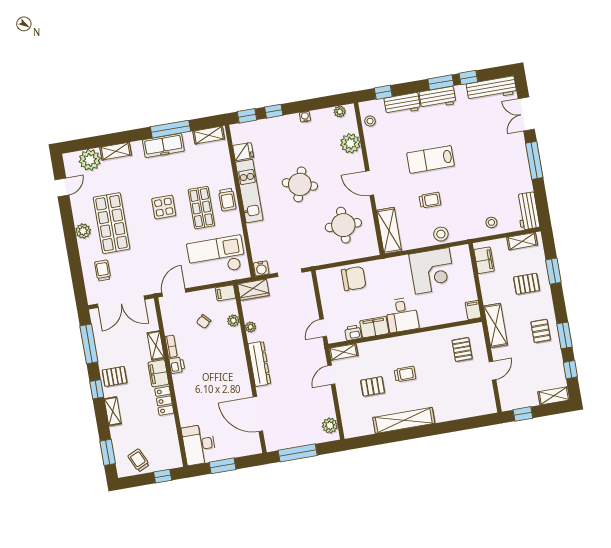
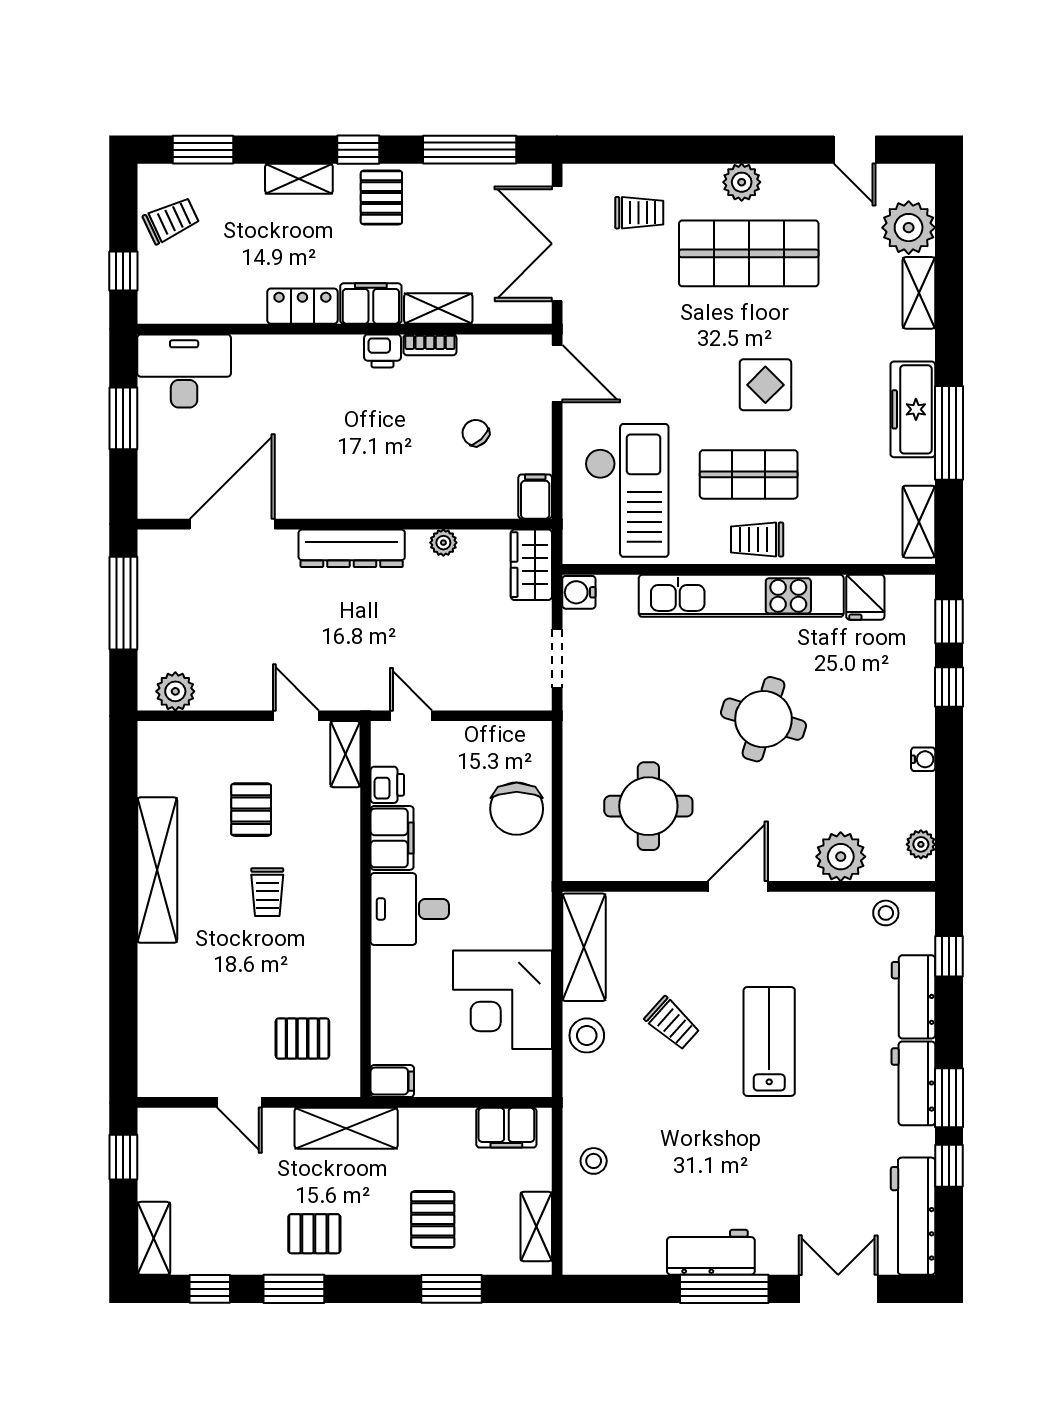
kitchen unit: (249, 191) -> (741, 596), width x1.36
trolley: (430, 200) -> (672, 1023), turned -48
workbench: (528, 211) -> (711, 1252), moved
shelving: (389, 231) -> (584, 947), moved, turned 90
plant: (233, 321) -> (466, 504), removed

